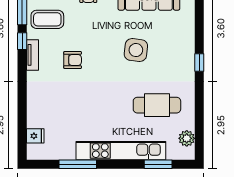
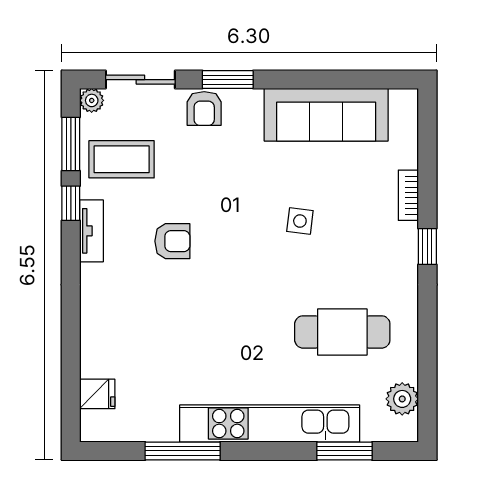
bookcase: (190, 37) -> (408, 195), added
side table: (136, 50) -> (300, 221), width x0.54, depth x0.54

